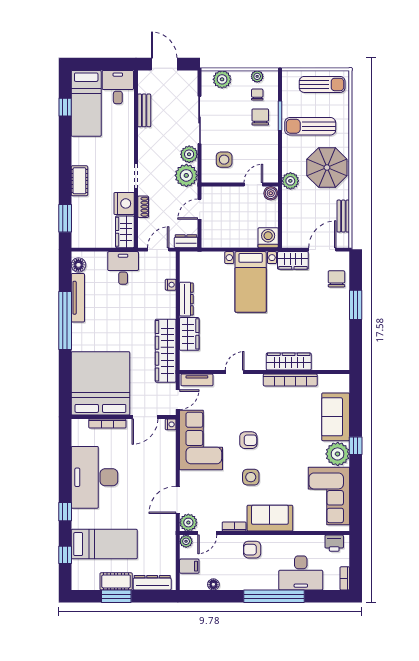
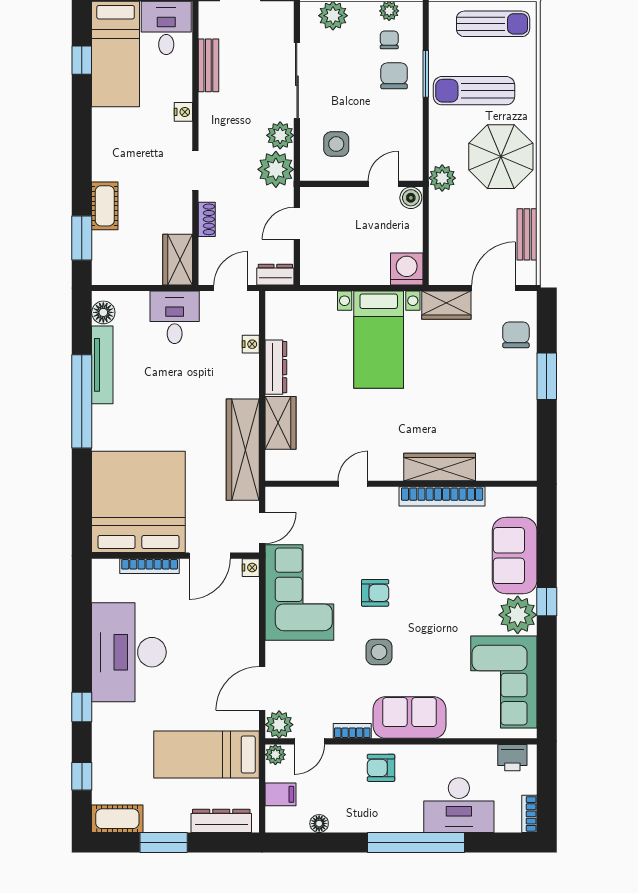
cot: (79, 181) -> (105, 206), moved
nightstand: (124, 203) -> (183, 112), moved, width x0.53, depth x0.56
tv unit: (197, 380) -> (293, 496), removed
bed: (104, 544) -> (207, 755), moved, turned 180
cot: (116, 581) -> (117, 819), moved

